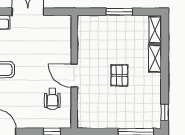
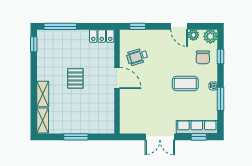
wheelchair: (52, 99) -> (137, 57), turned -107
locker: (91, 121) -> (102, 36), added

